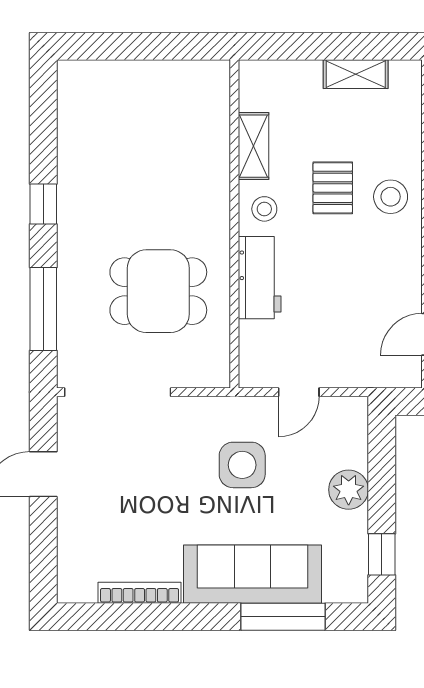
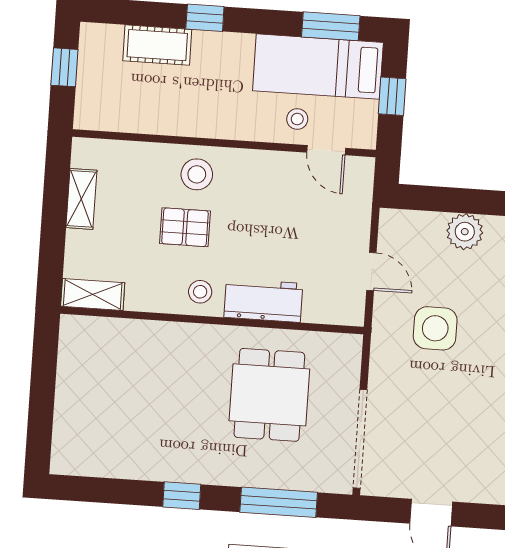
shelving: (254, 146) -> (93, 294), moved

